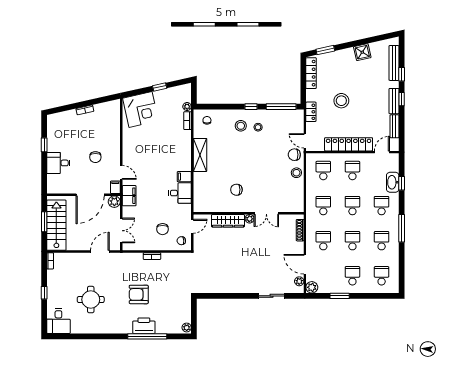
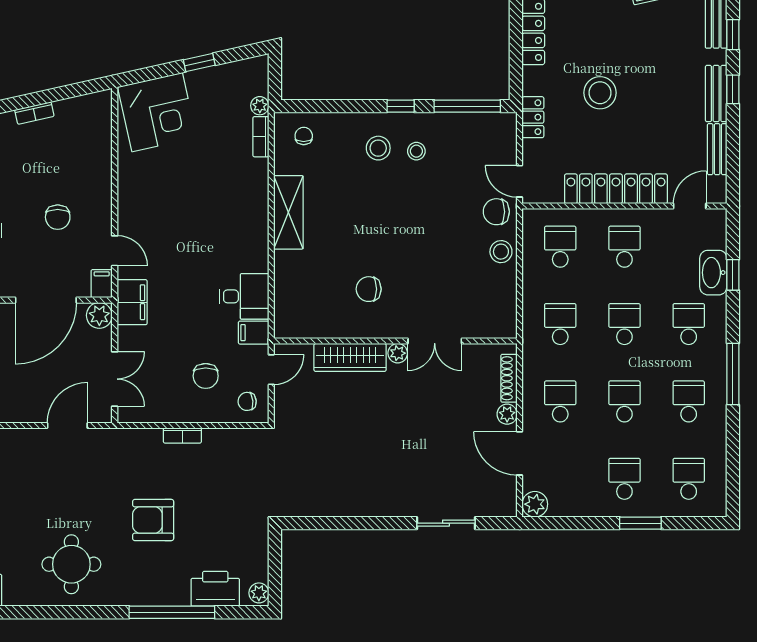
filing cabinet: (184, 177) -> (254, 333), moved
plant: (299, 281) -> (507, 414), moved
window: (340, 296) -> (640, 523), moved
round table: (91, 300) -> (71, 564), moved
printer: (144, 326) -> (215, 589), moved

